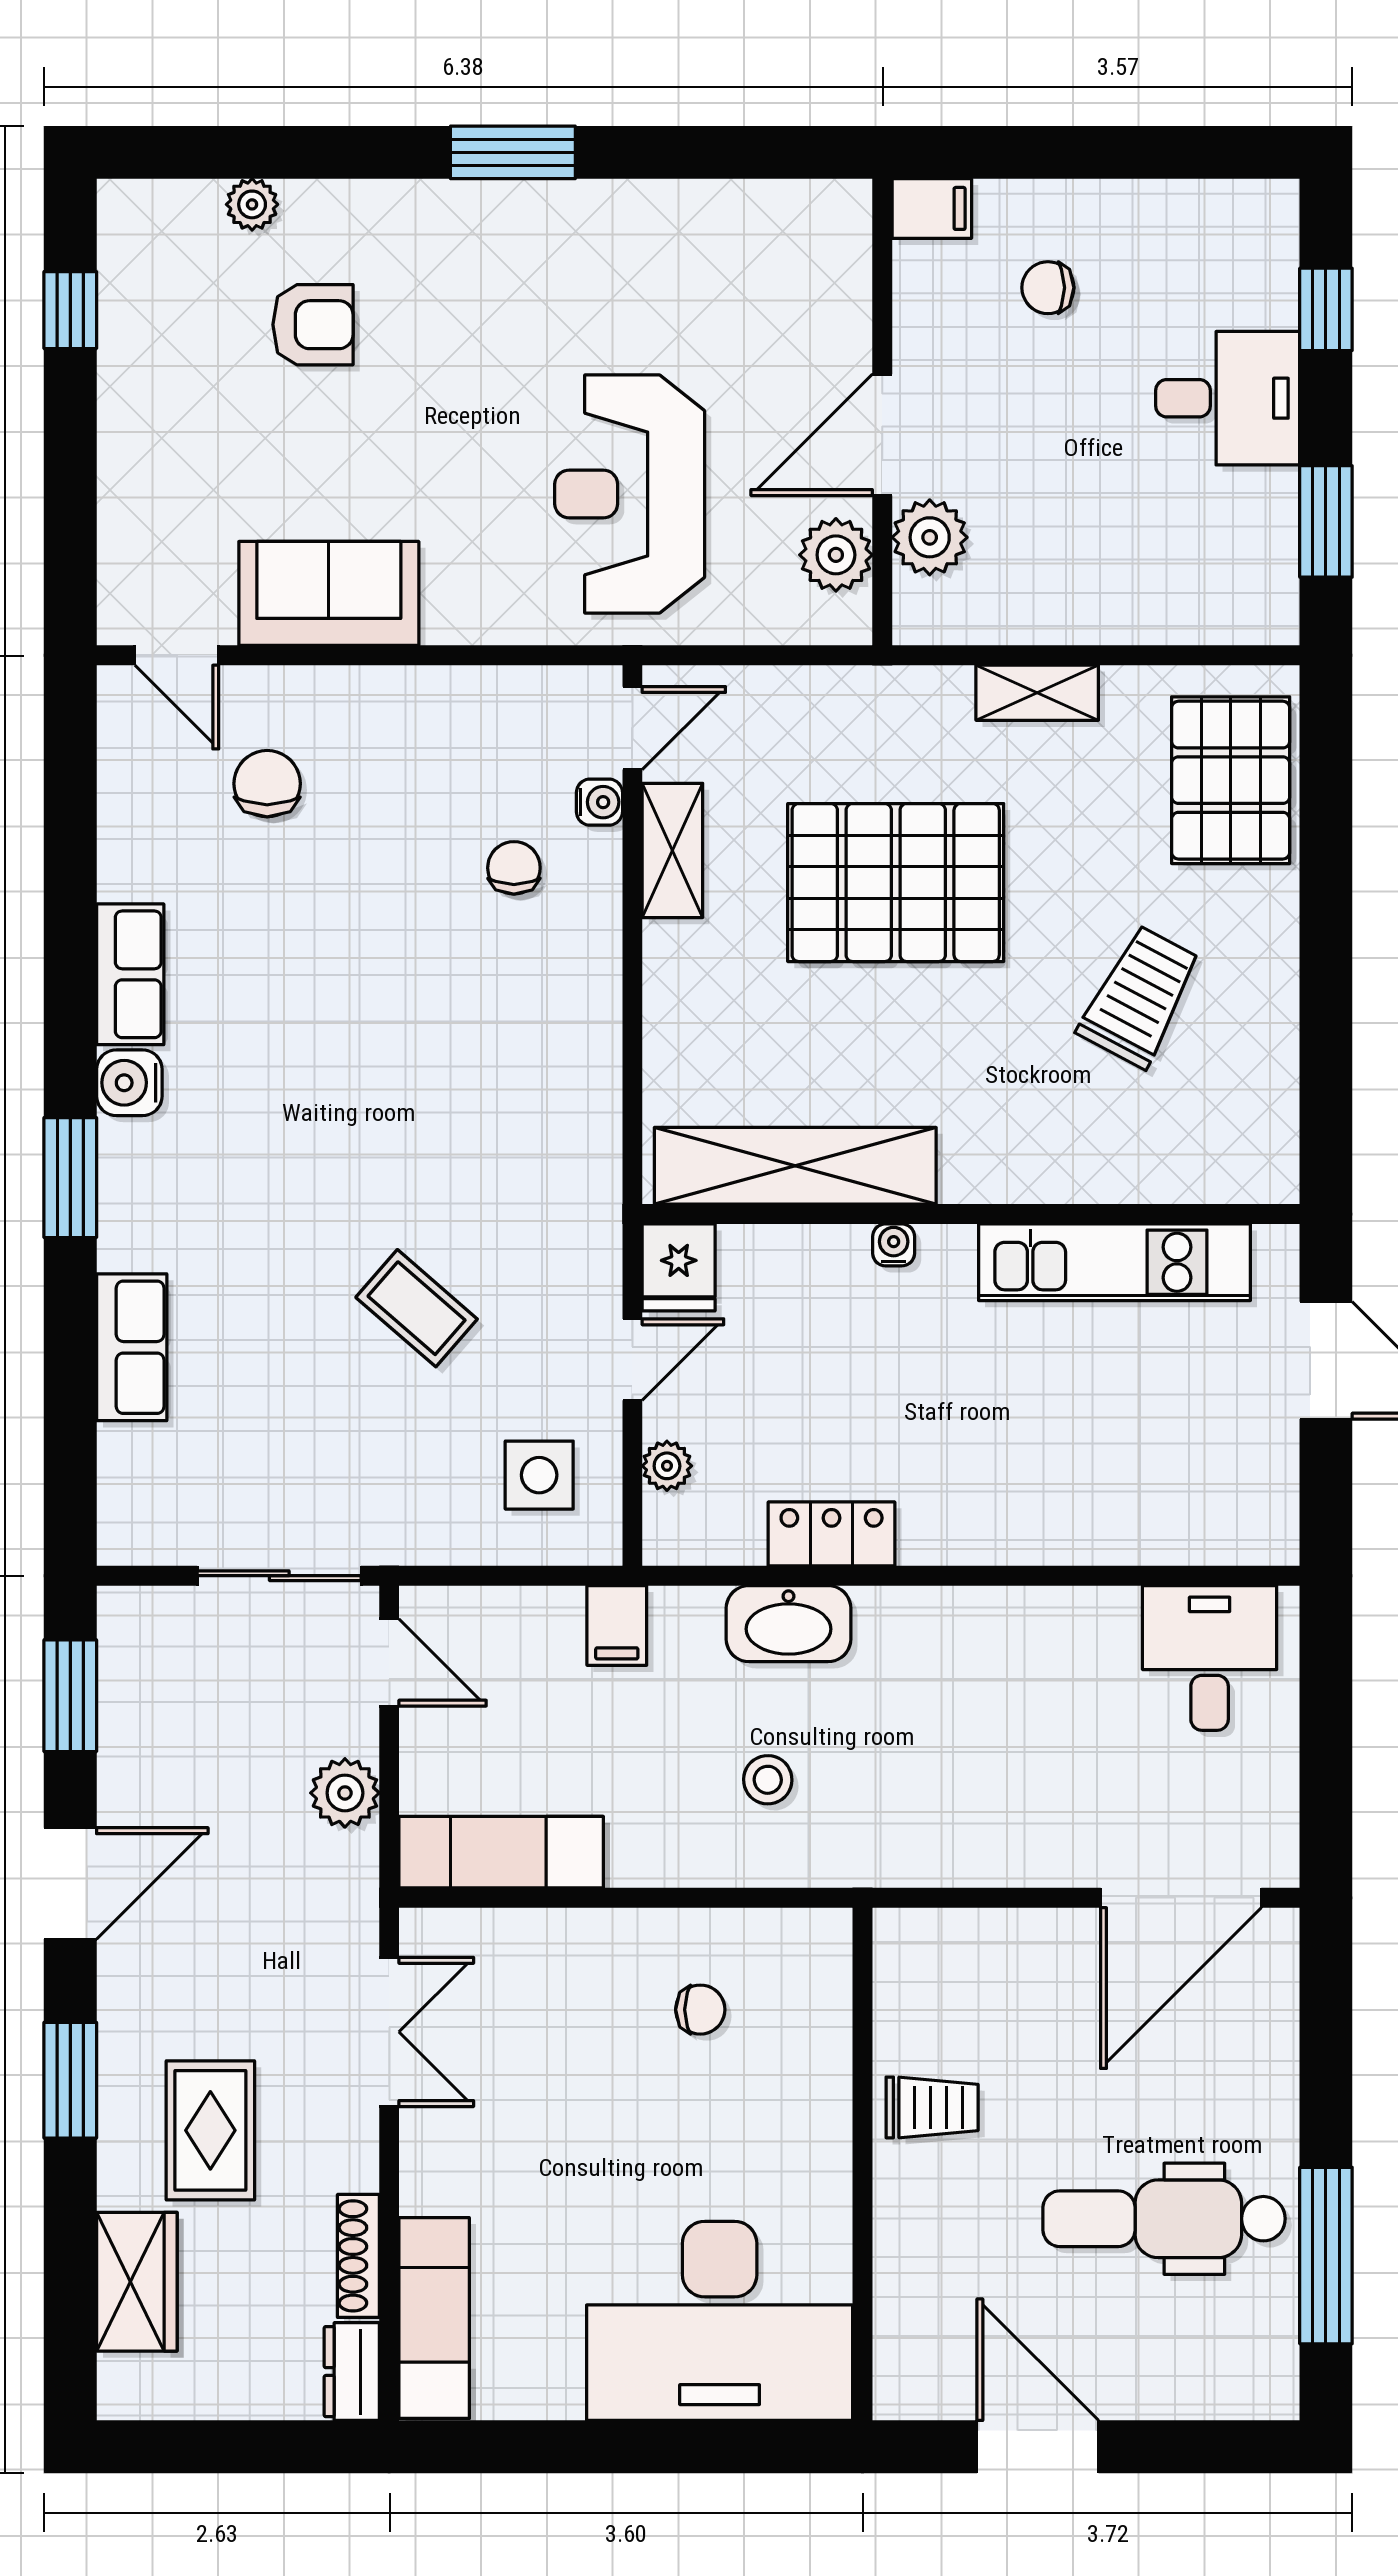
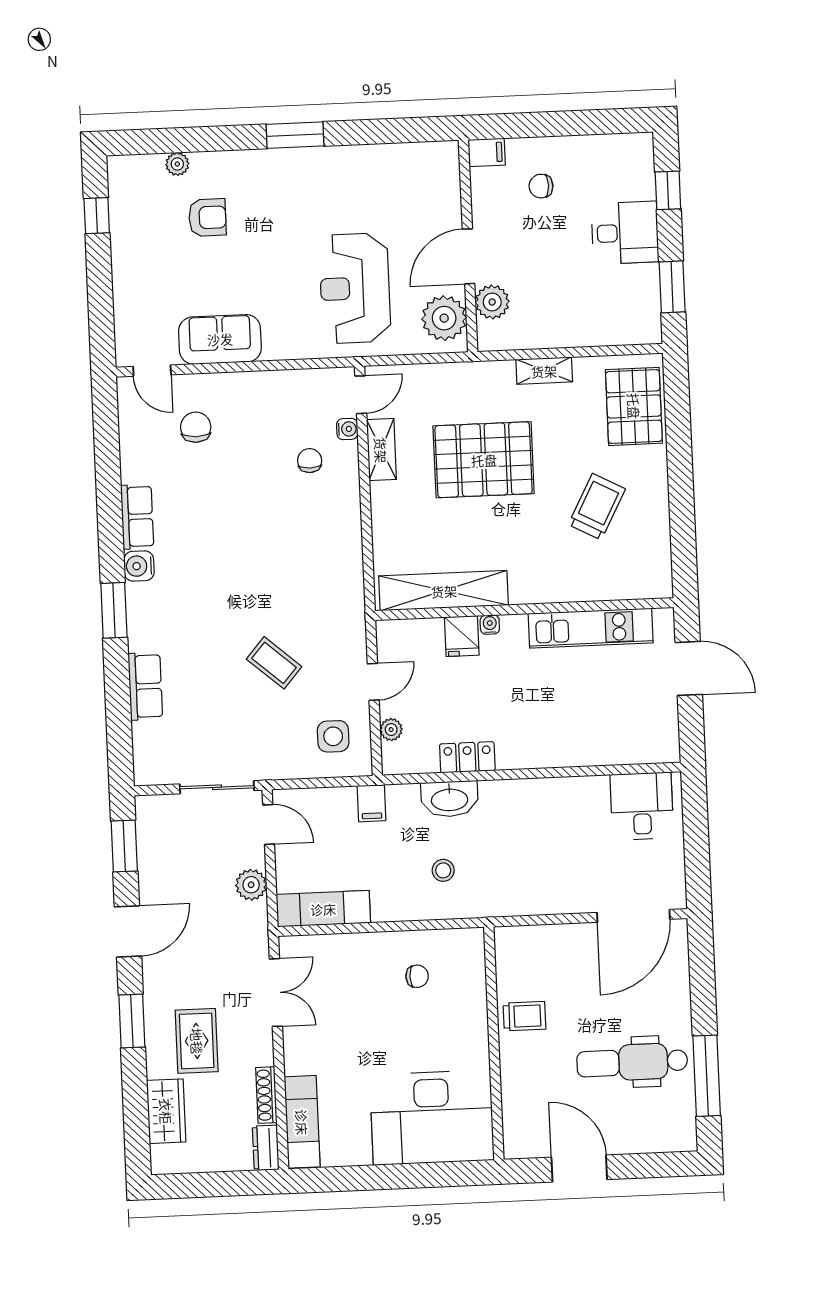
plant: (836, 555) -> (444, 318), width x1.36, depth x1.36
fridge: (679, 1267) -> (462, 636), moved

